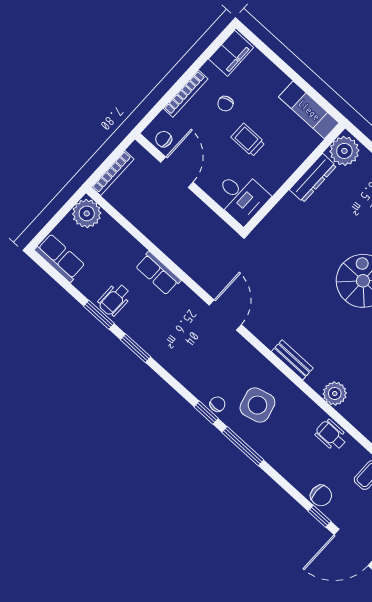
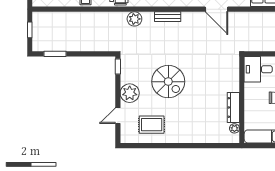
plant: (344, 151) -> (234, 128), width x0.53, depth x0.53

